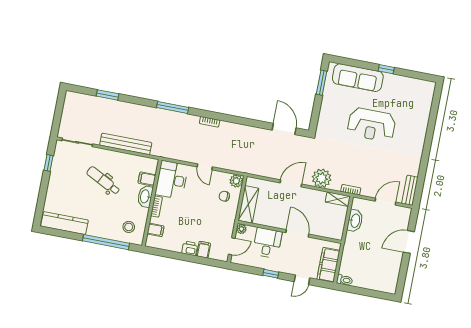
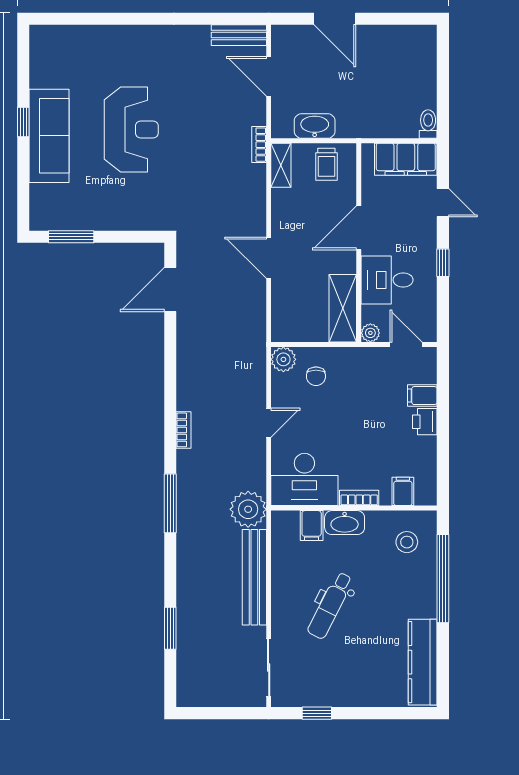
sofa: (358, 78) -> (49, 136), moved
plant: (322, 178) -> (248, 509), moved
shelving: (248, 204) -> (343, 308), moved, turned 90
trolley: (334, 223) -> (326, 164), added

